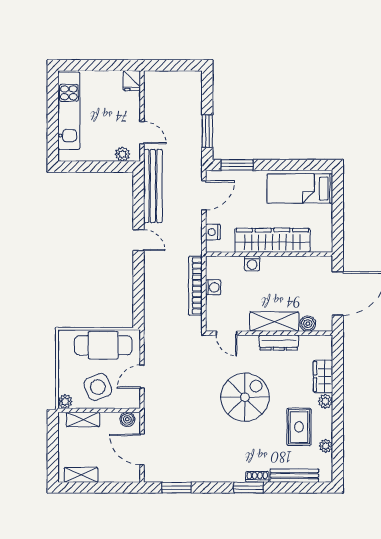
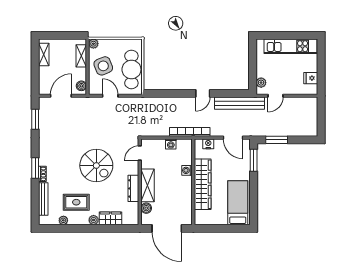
fridge: (132, 81) -> (311, 78), moved
bookcase: (195, 286) -> (190, 132), moved

